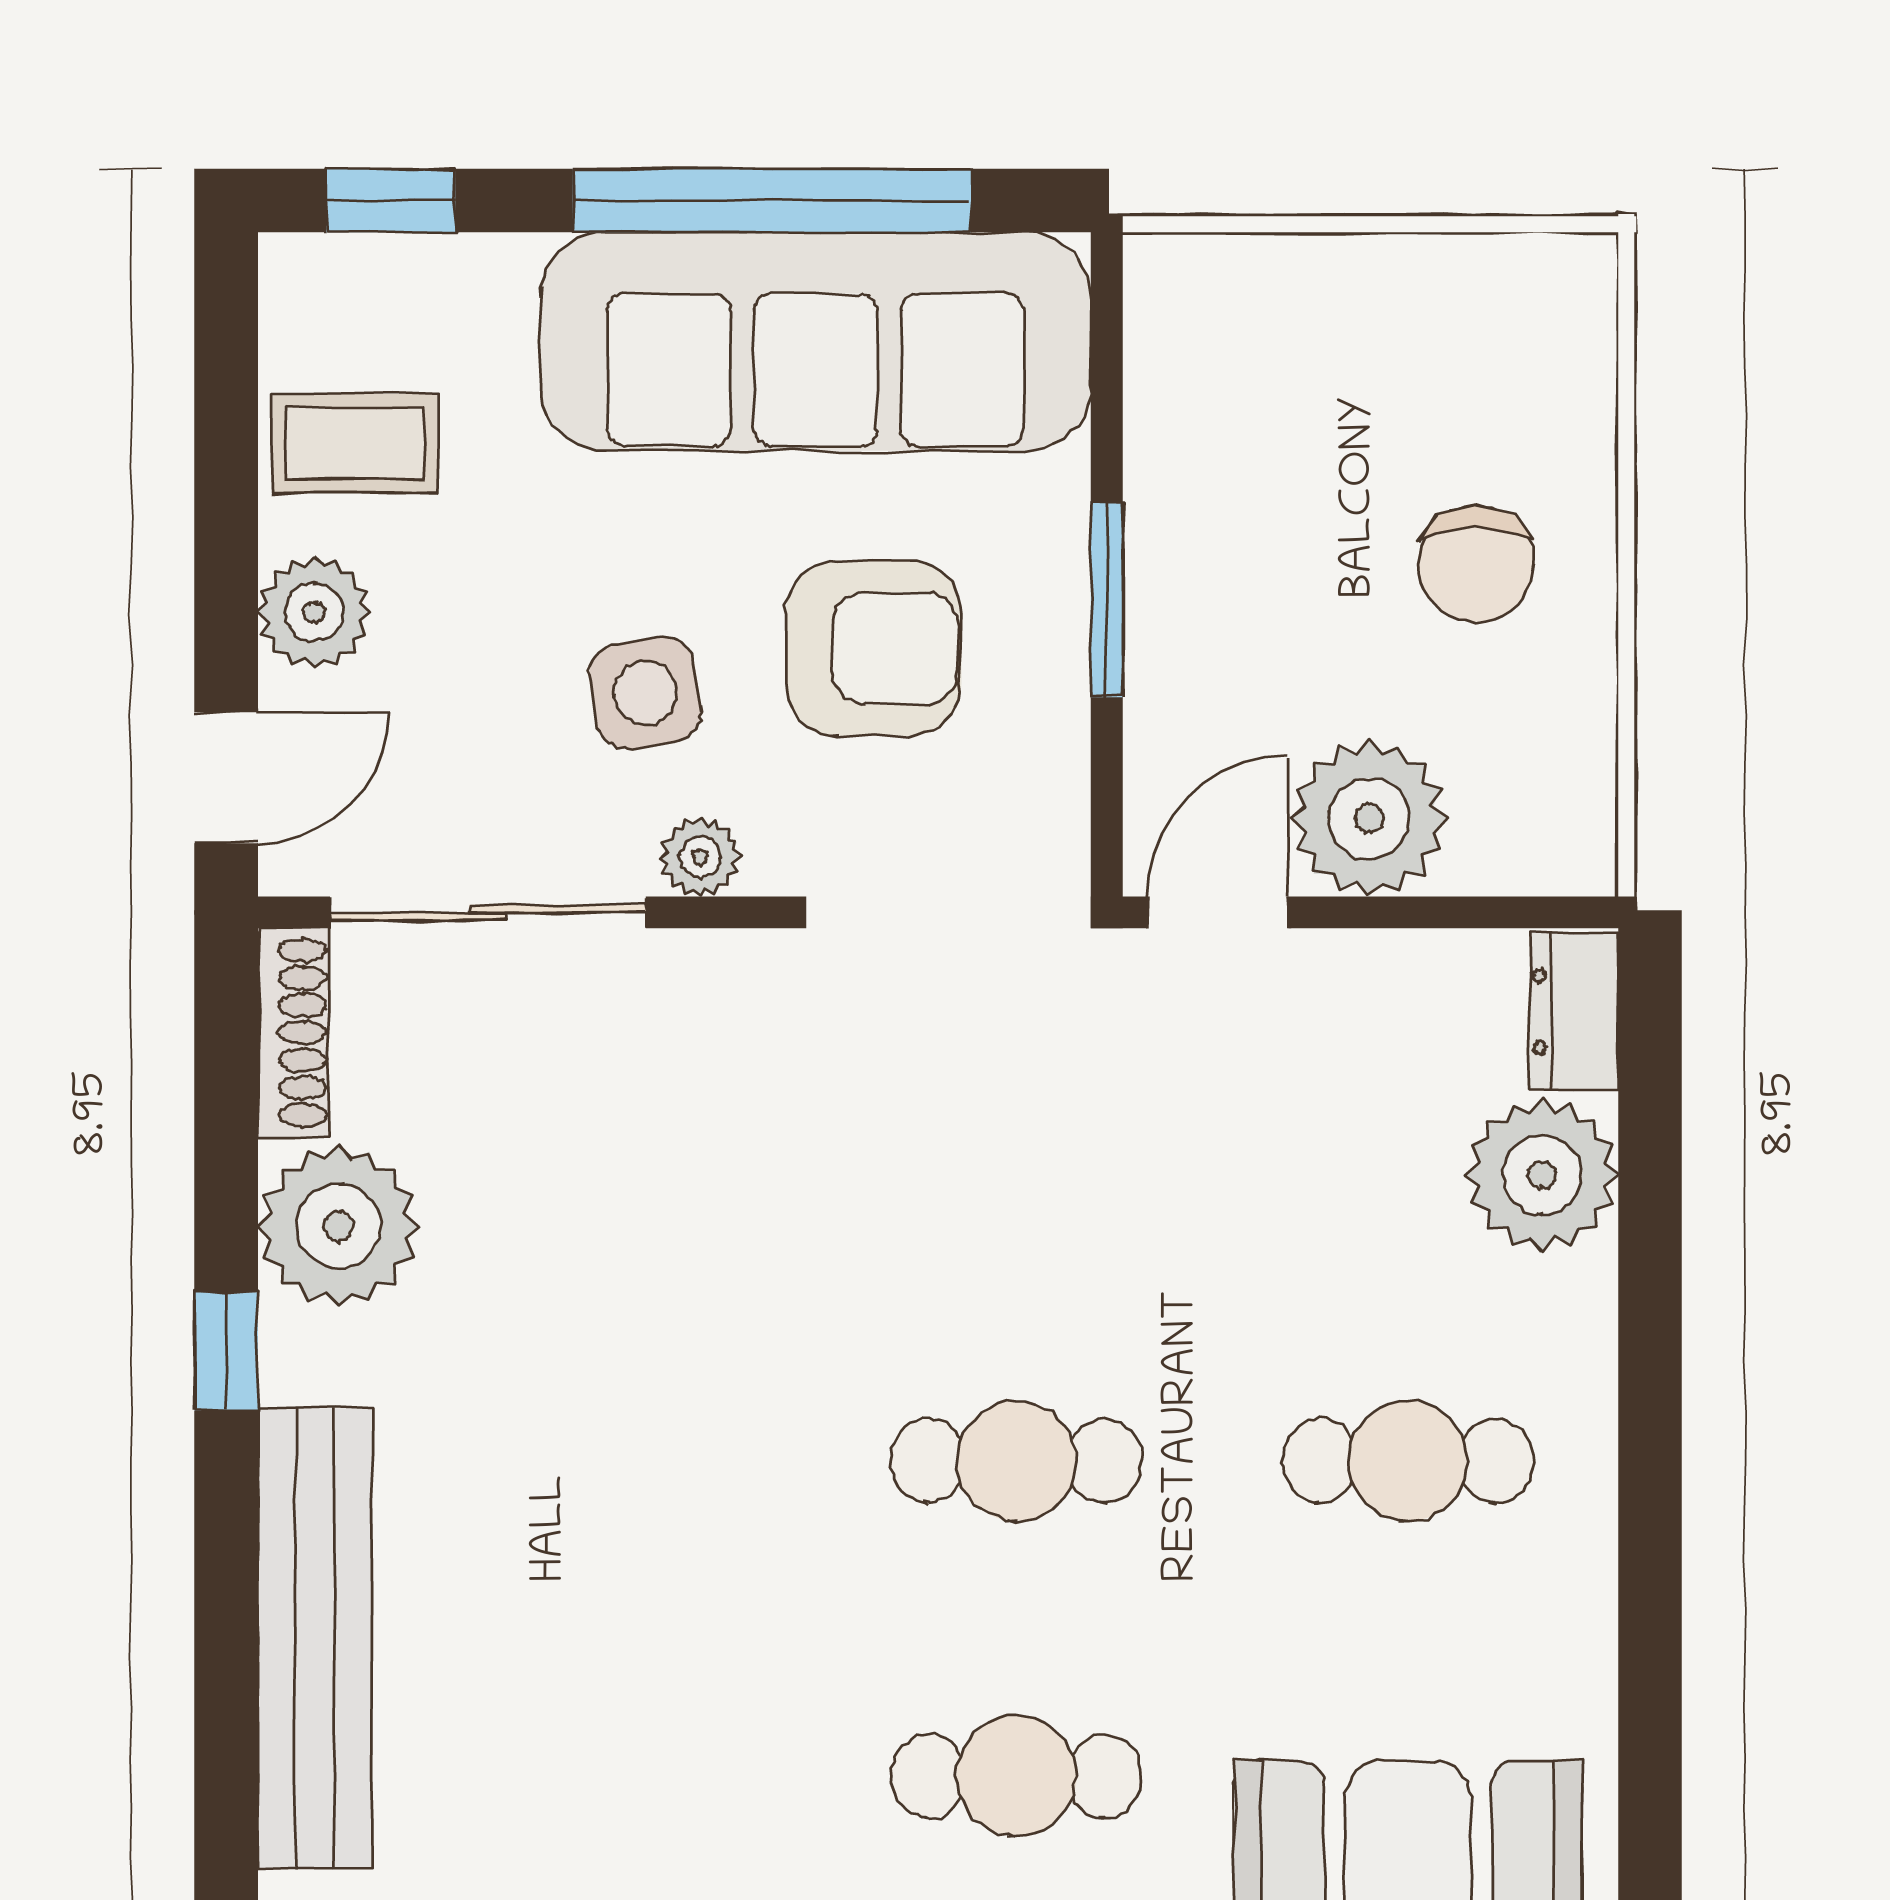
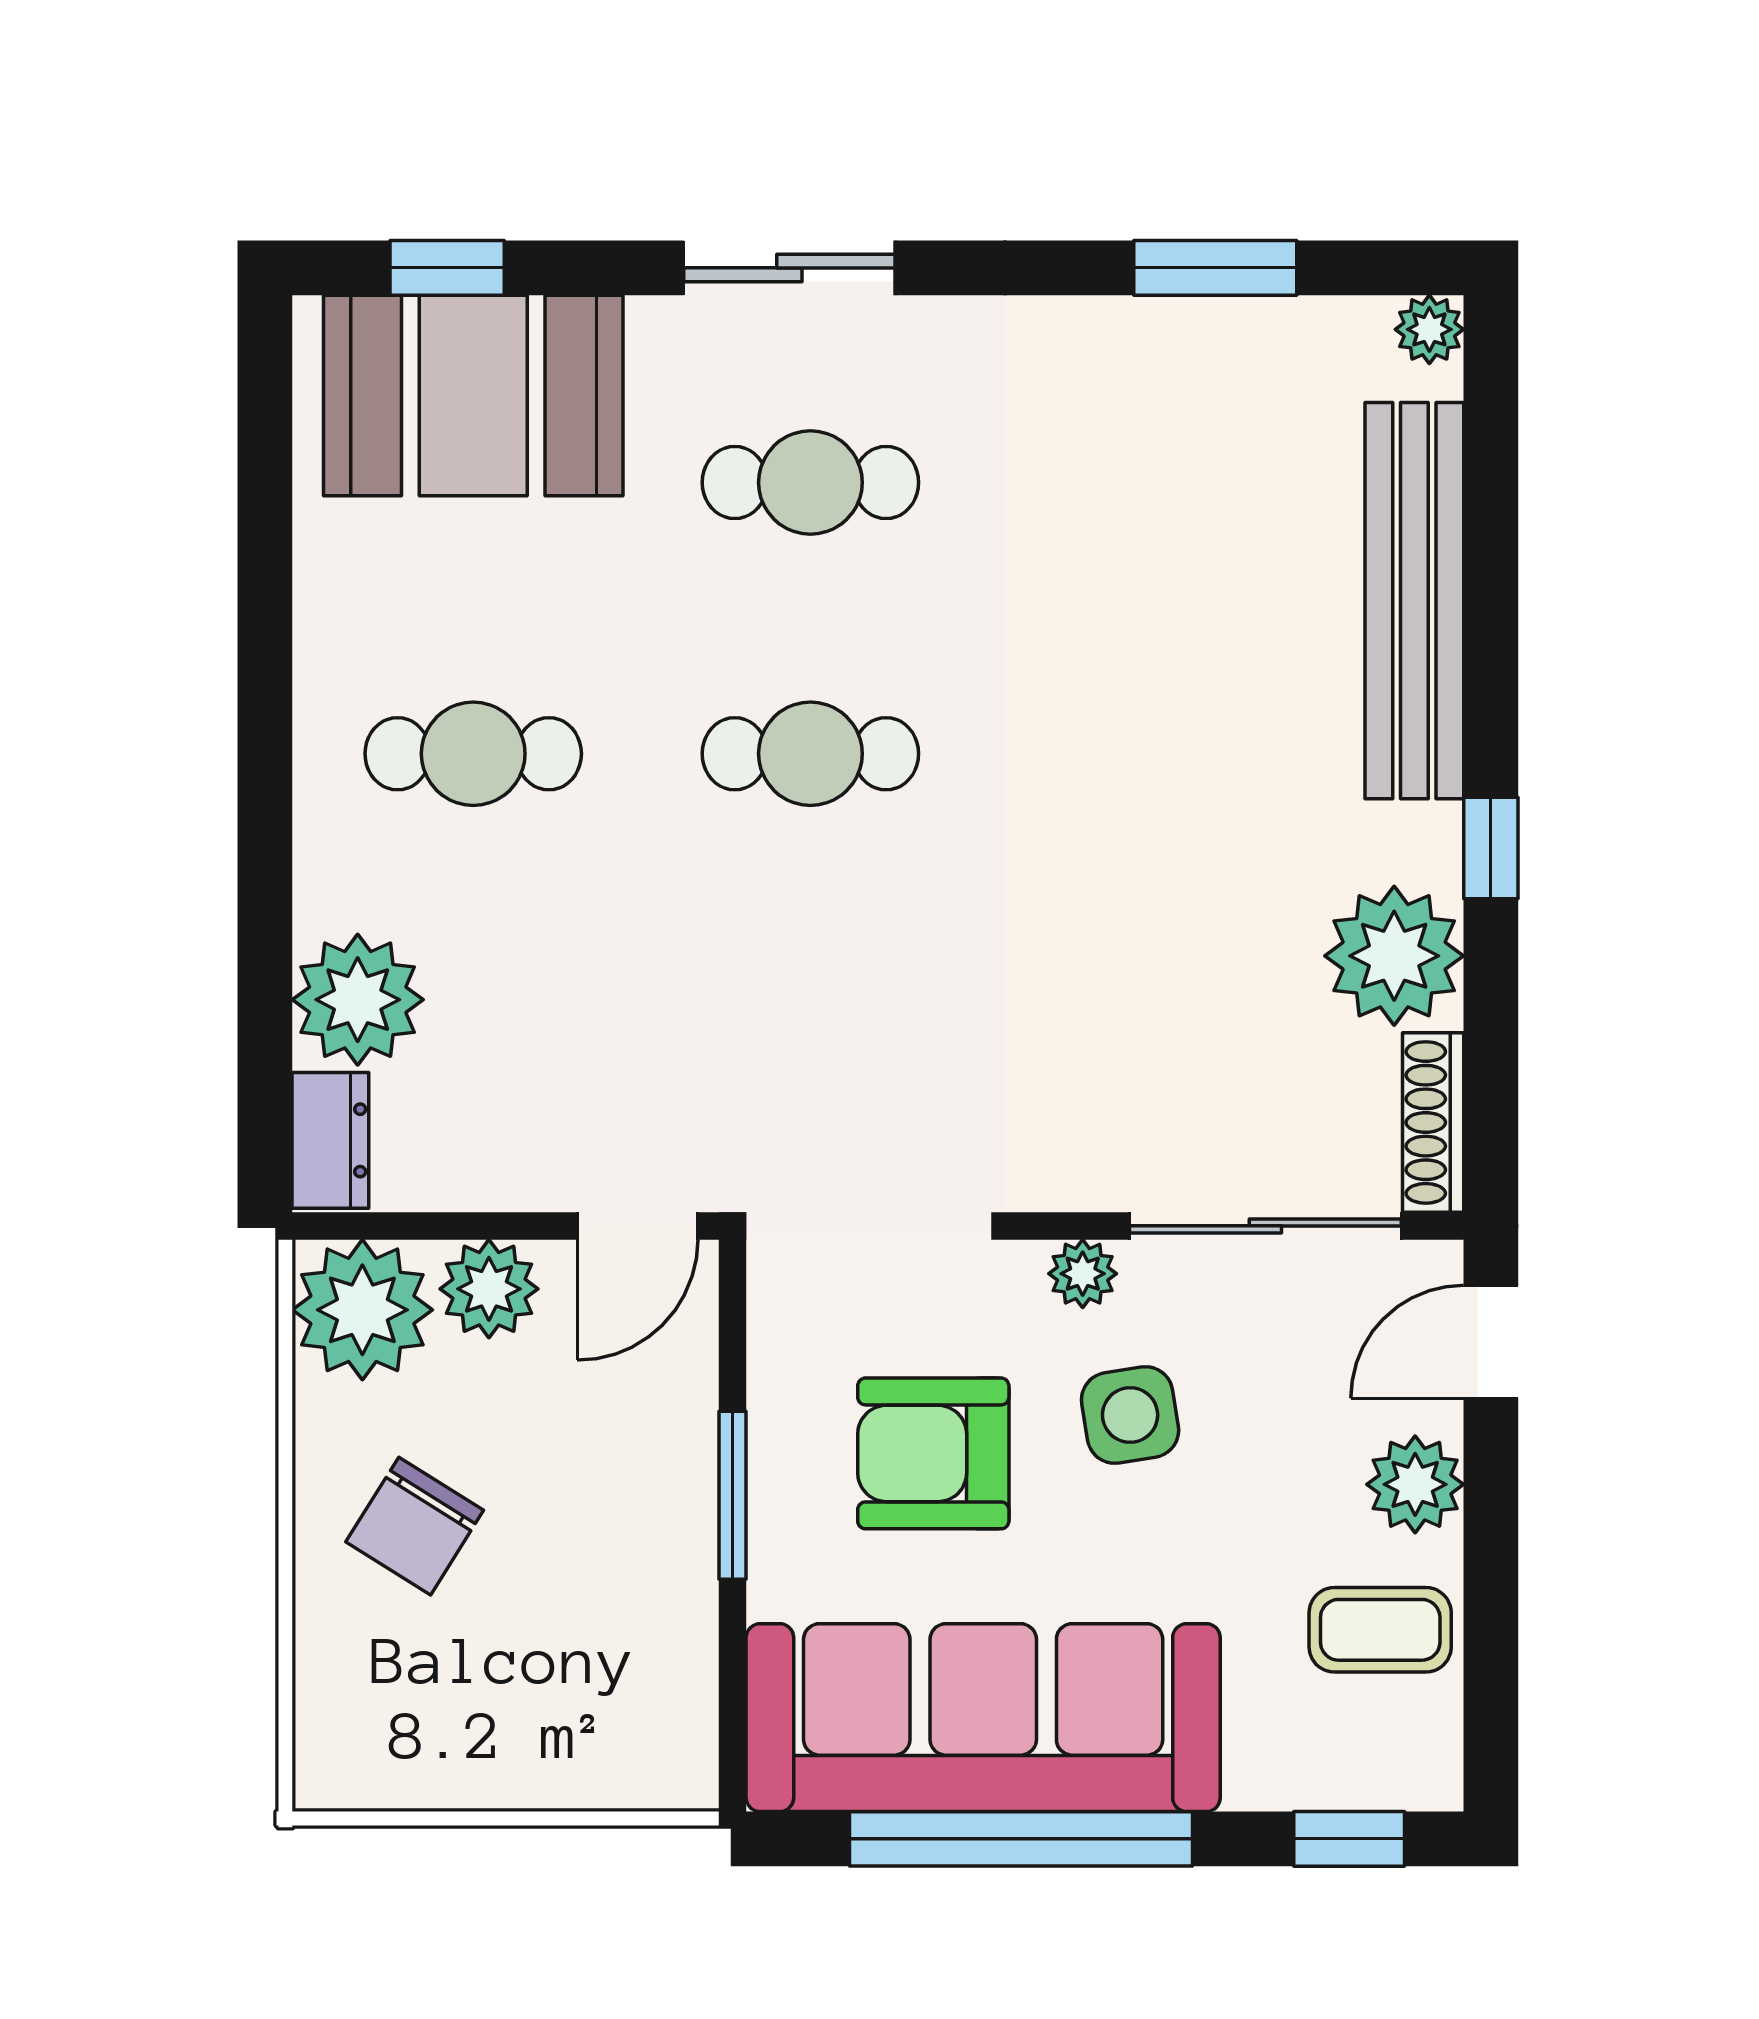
chair: (1476, 564) -> (415, 1526), turned -148
plant: (1537, 815) -> (362, 1310), added
plant: (1369, 819) -> (489, 1289), width x0.73, depth x0.73

